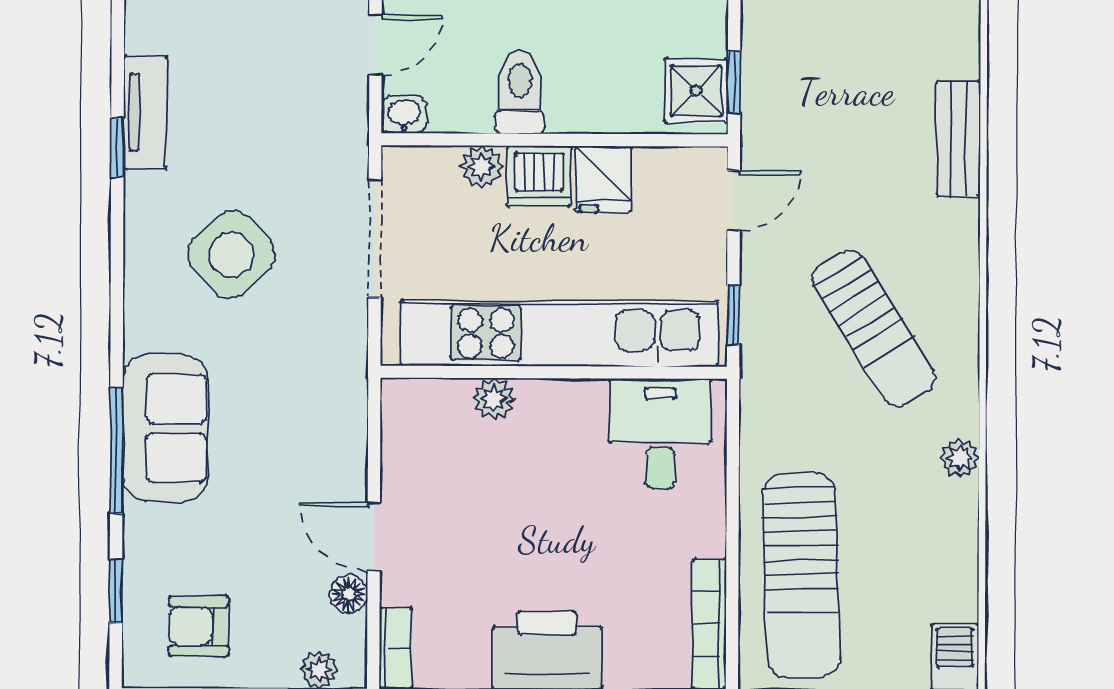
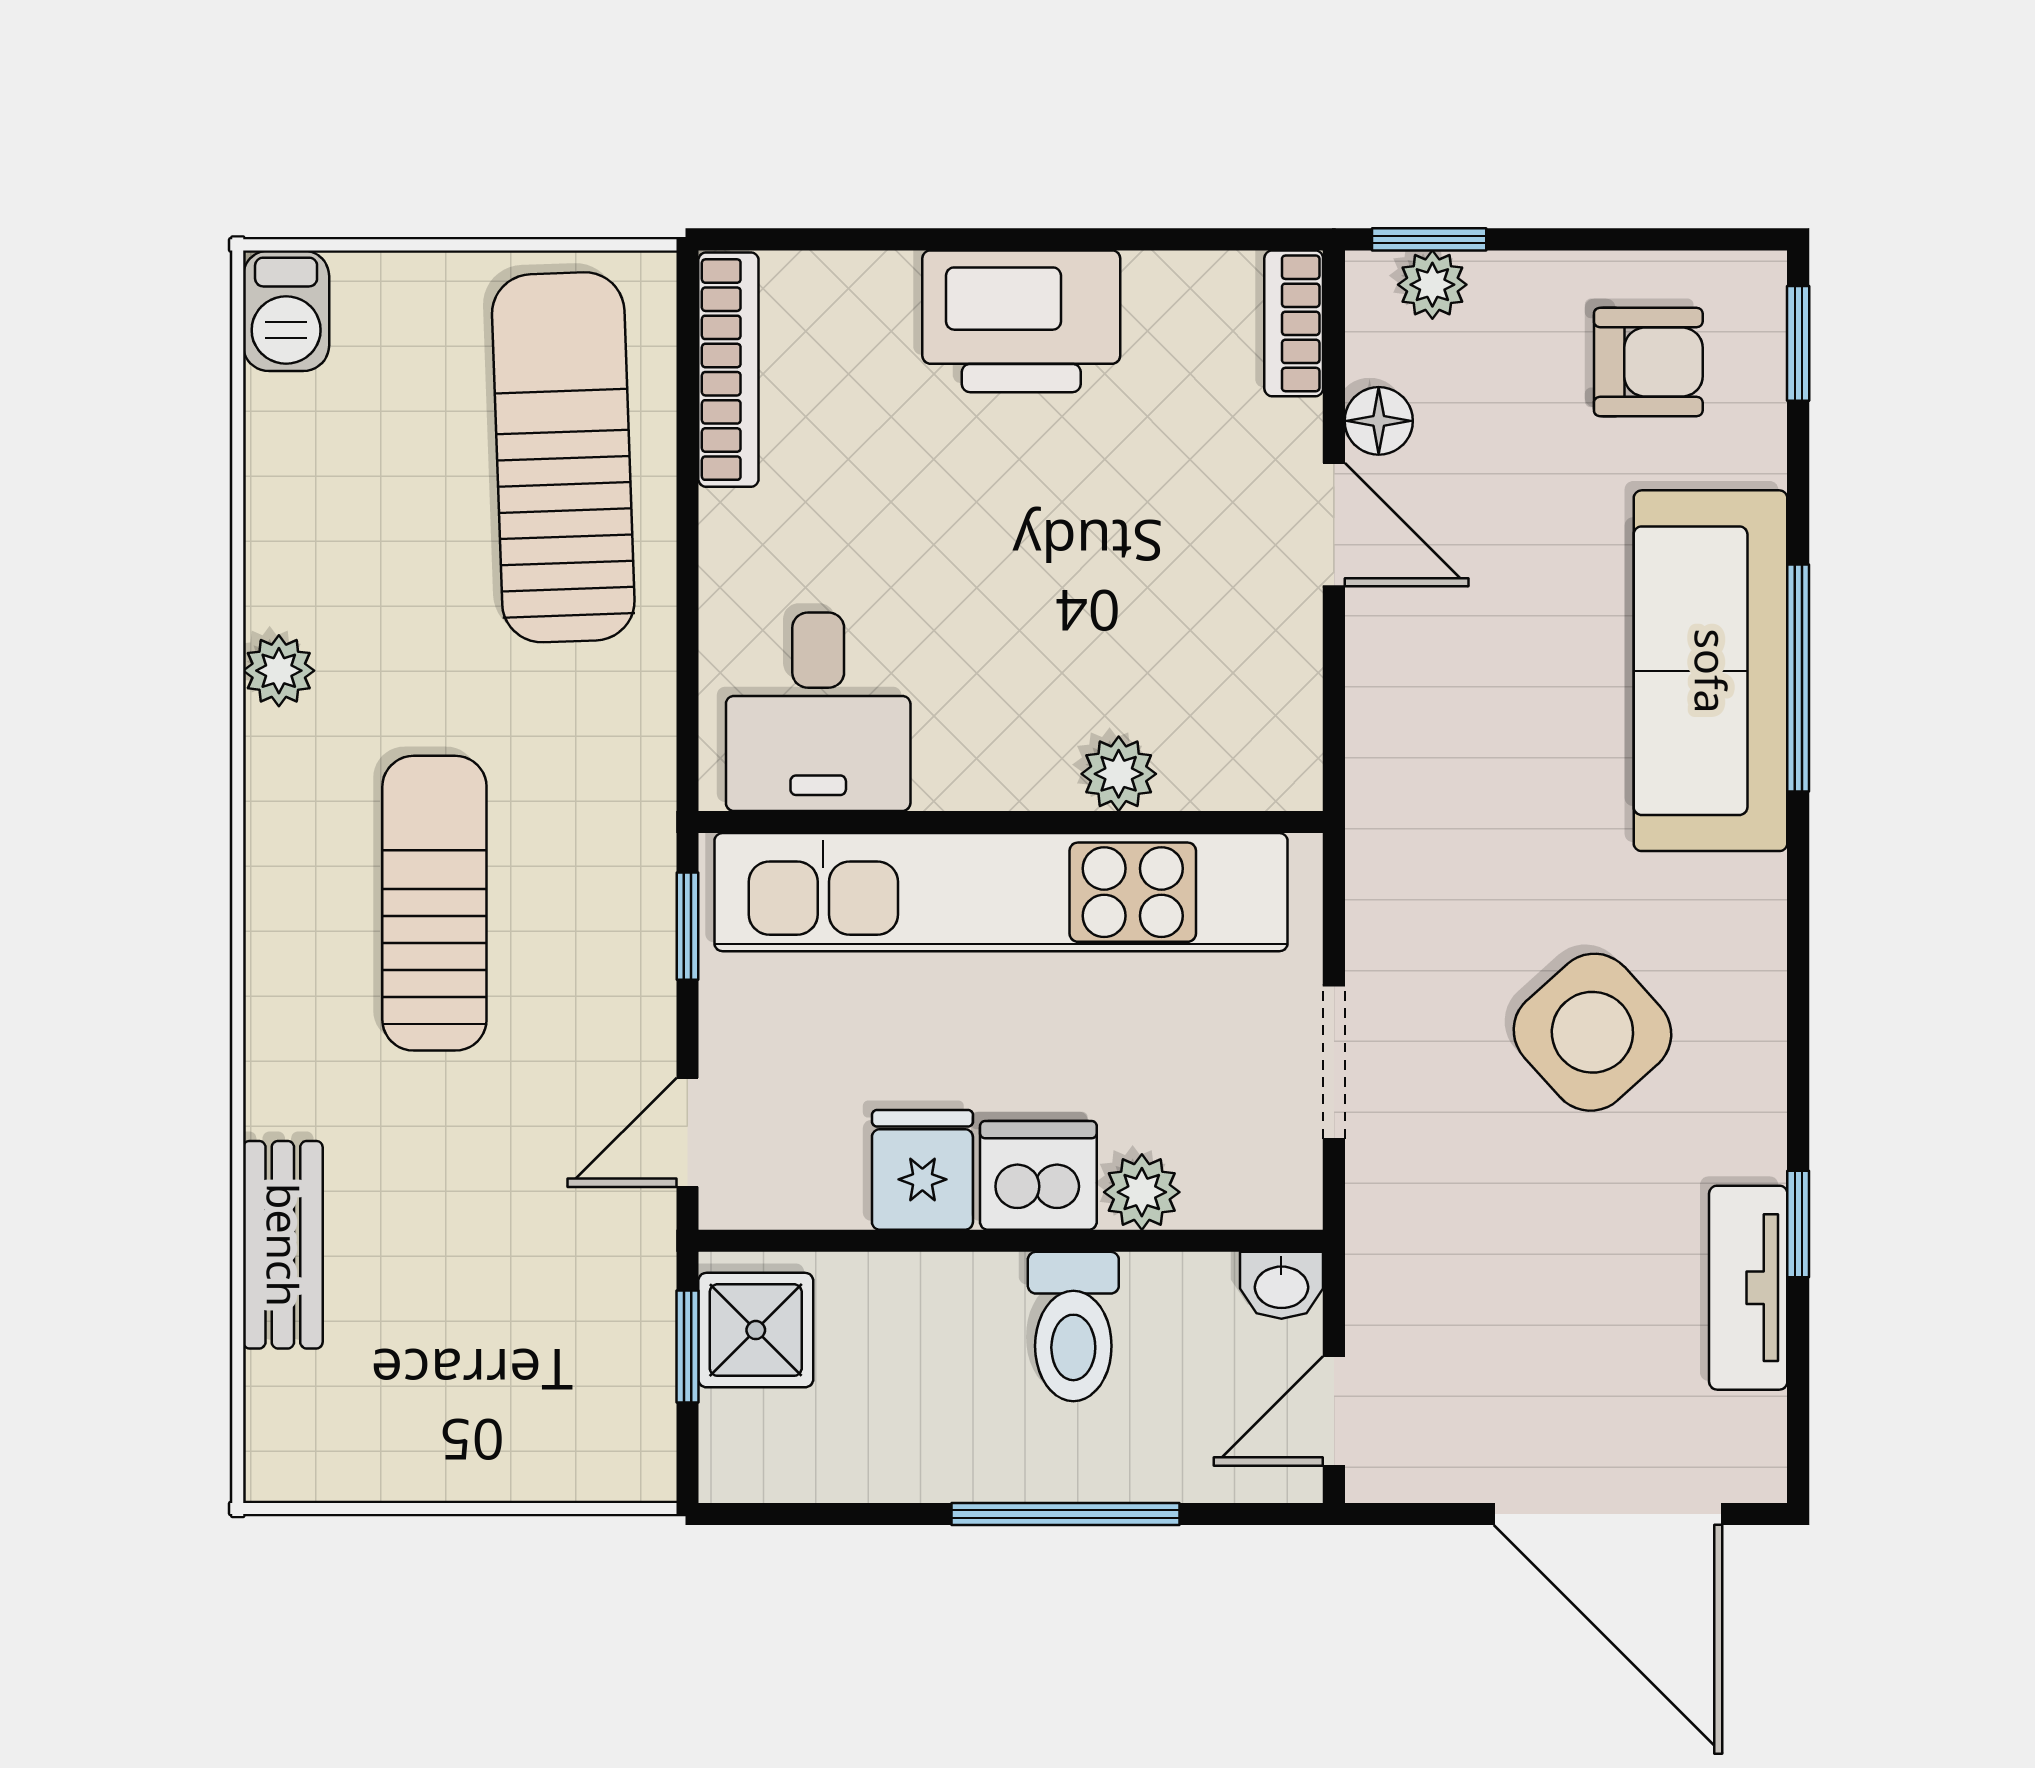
doorway: (375, 238) -> (1334, 1062), width x0.73
sun lounger: (874, 328) -> (434, 903), turned 32
sofa: (165, 428) -> (1711, 671), width x1.36
window: (116, 591) -> (1798, 343), moved

